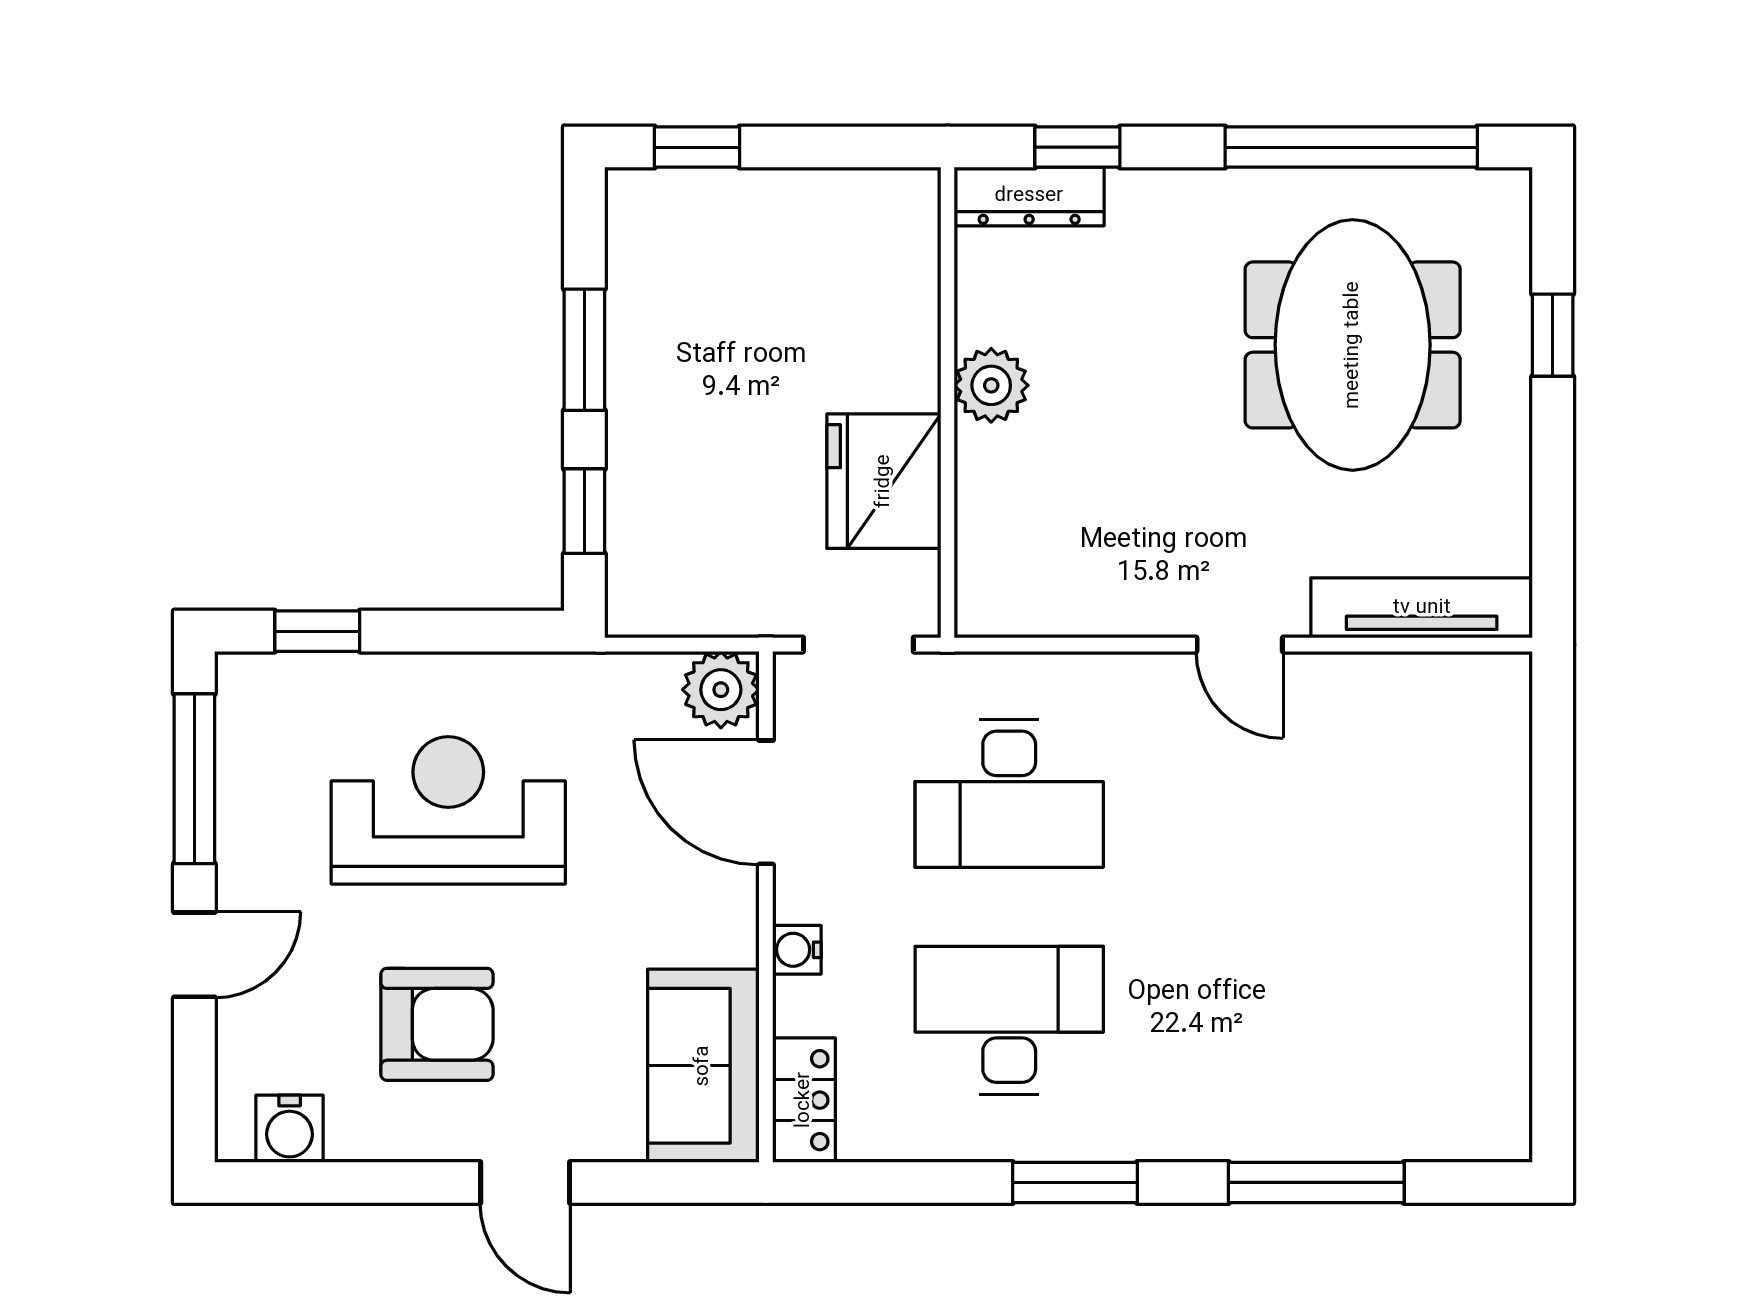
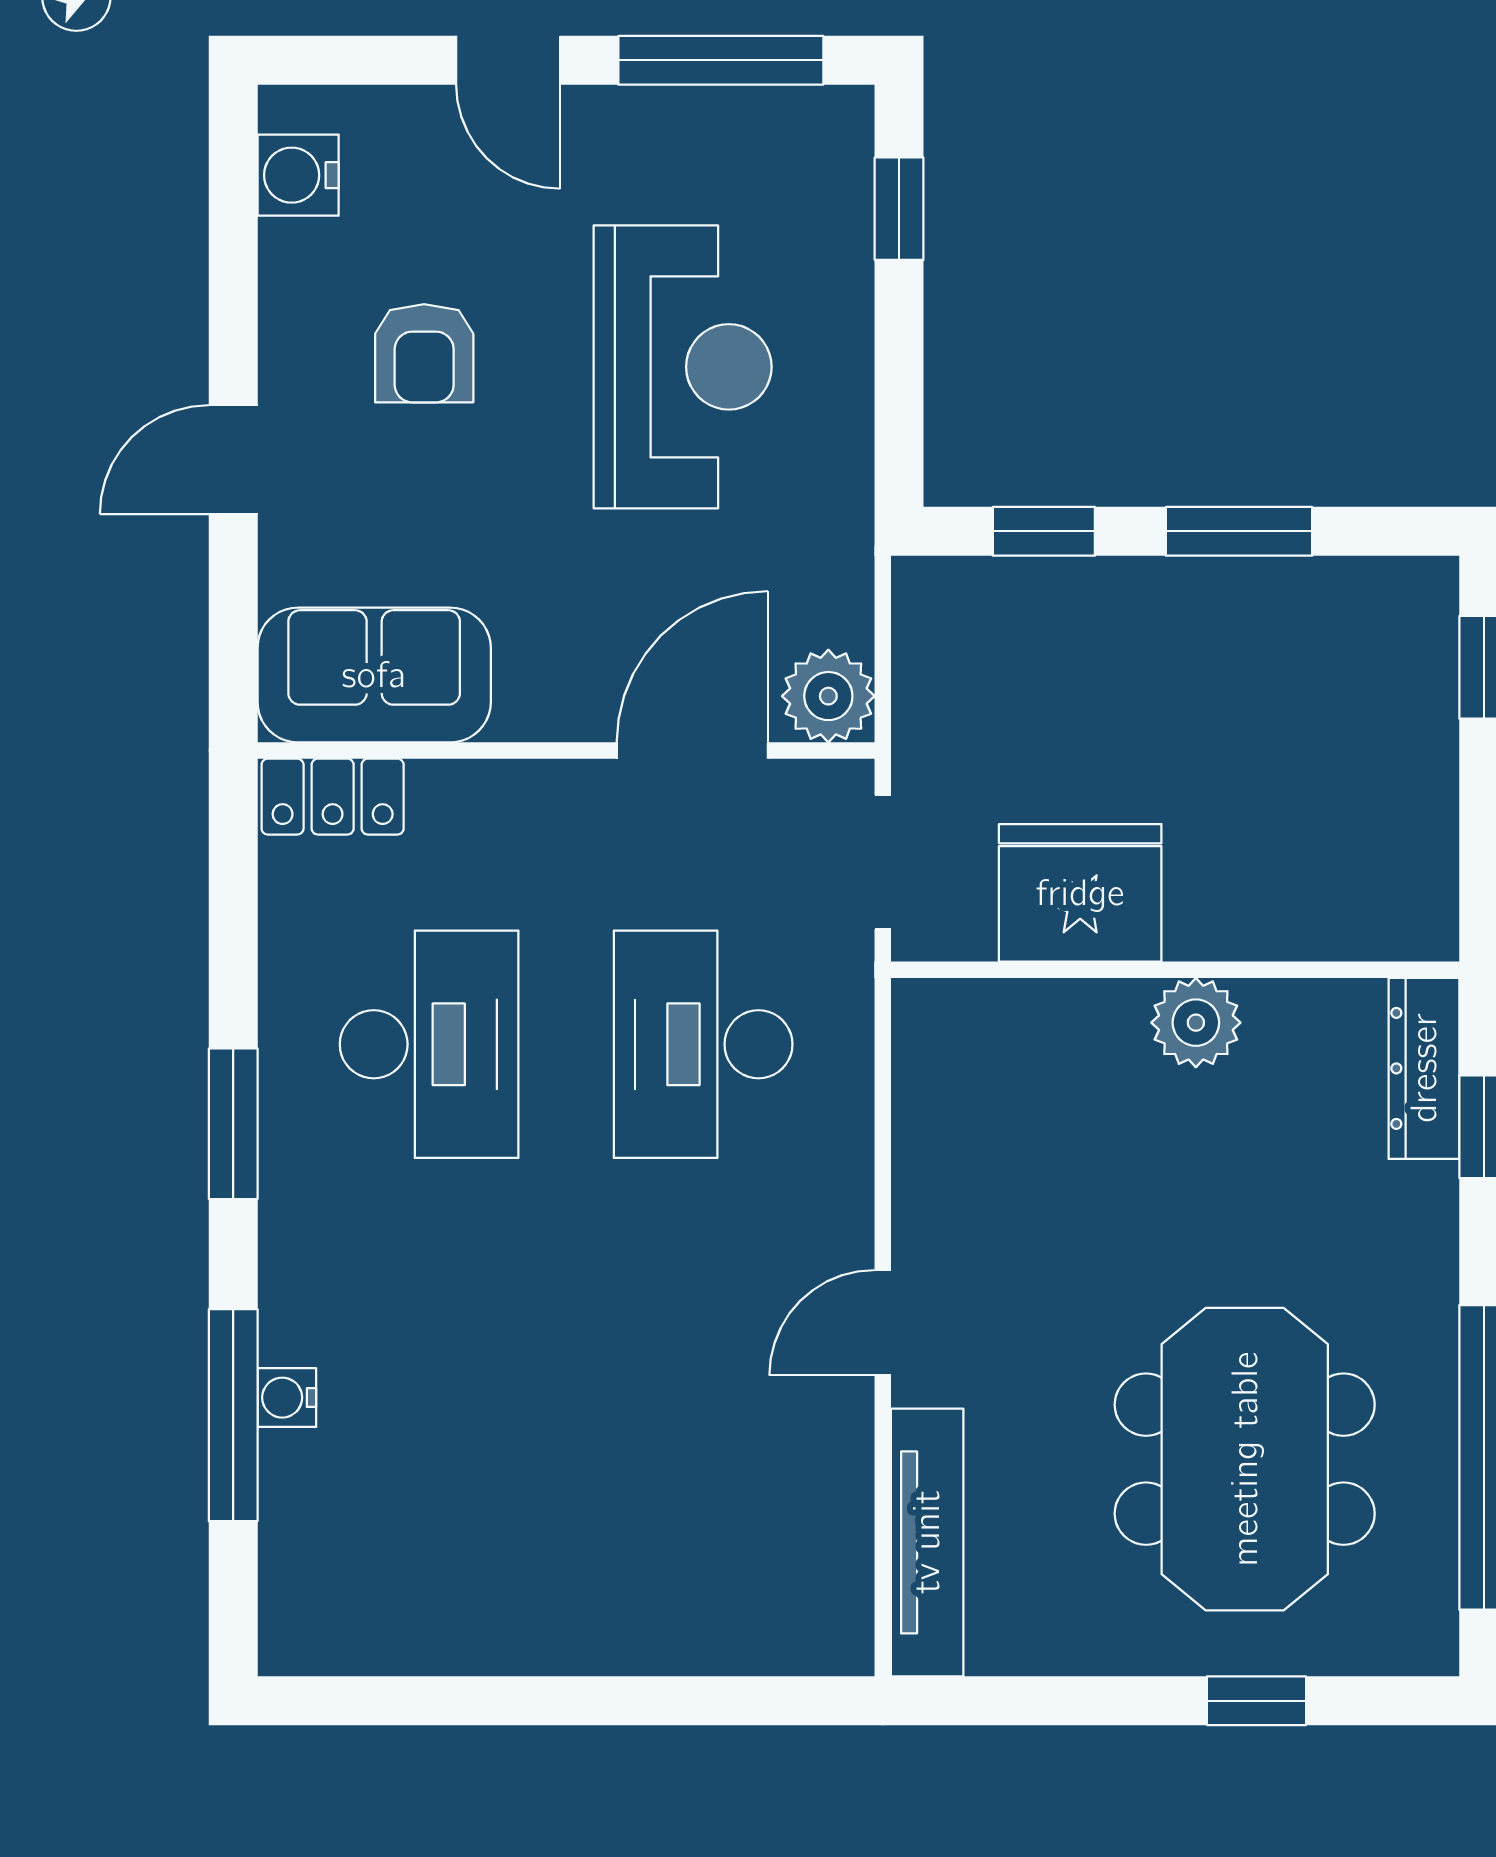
meeting table: (1353, 345) -> (1245, 1459), turned 90
water cooler: (797, 950) -> (287, 1398), moved, turned -90
armchair: (437, 1024) -> (424, 353), width x0.72, depth x0.72

